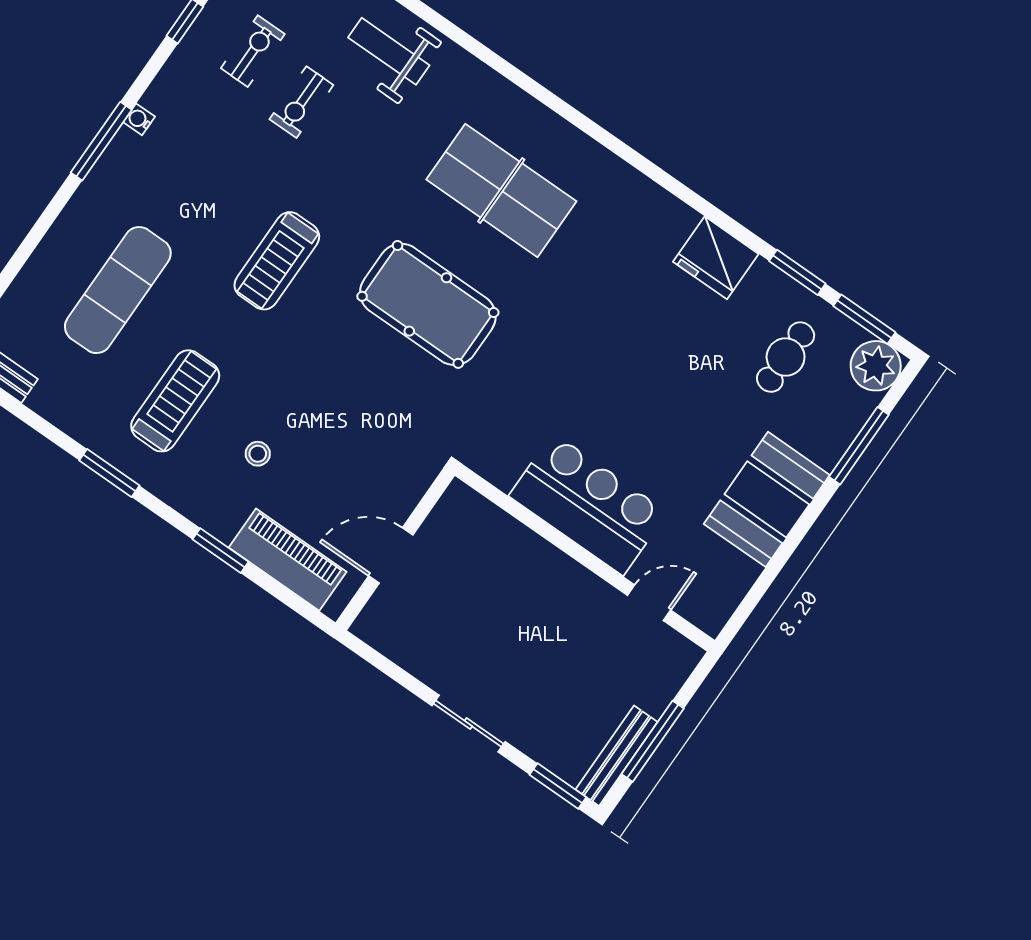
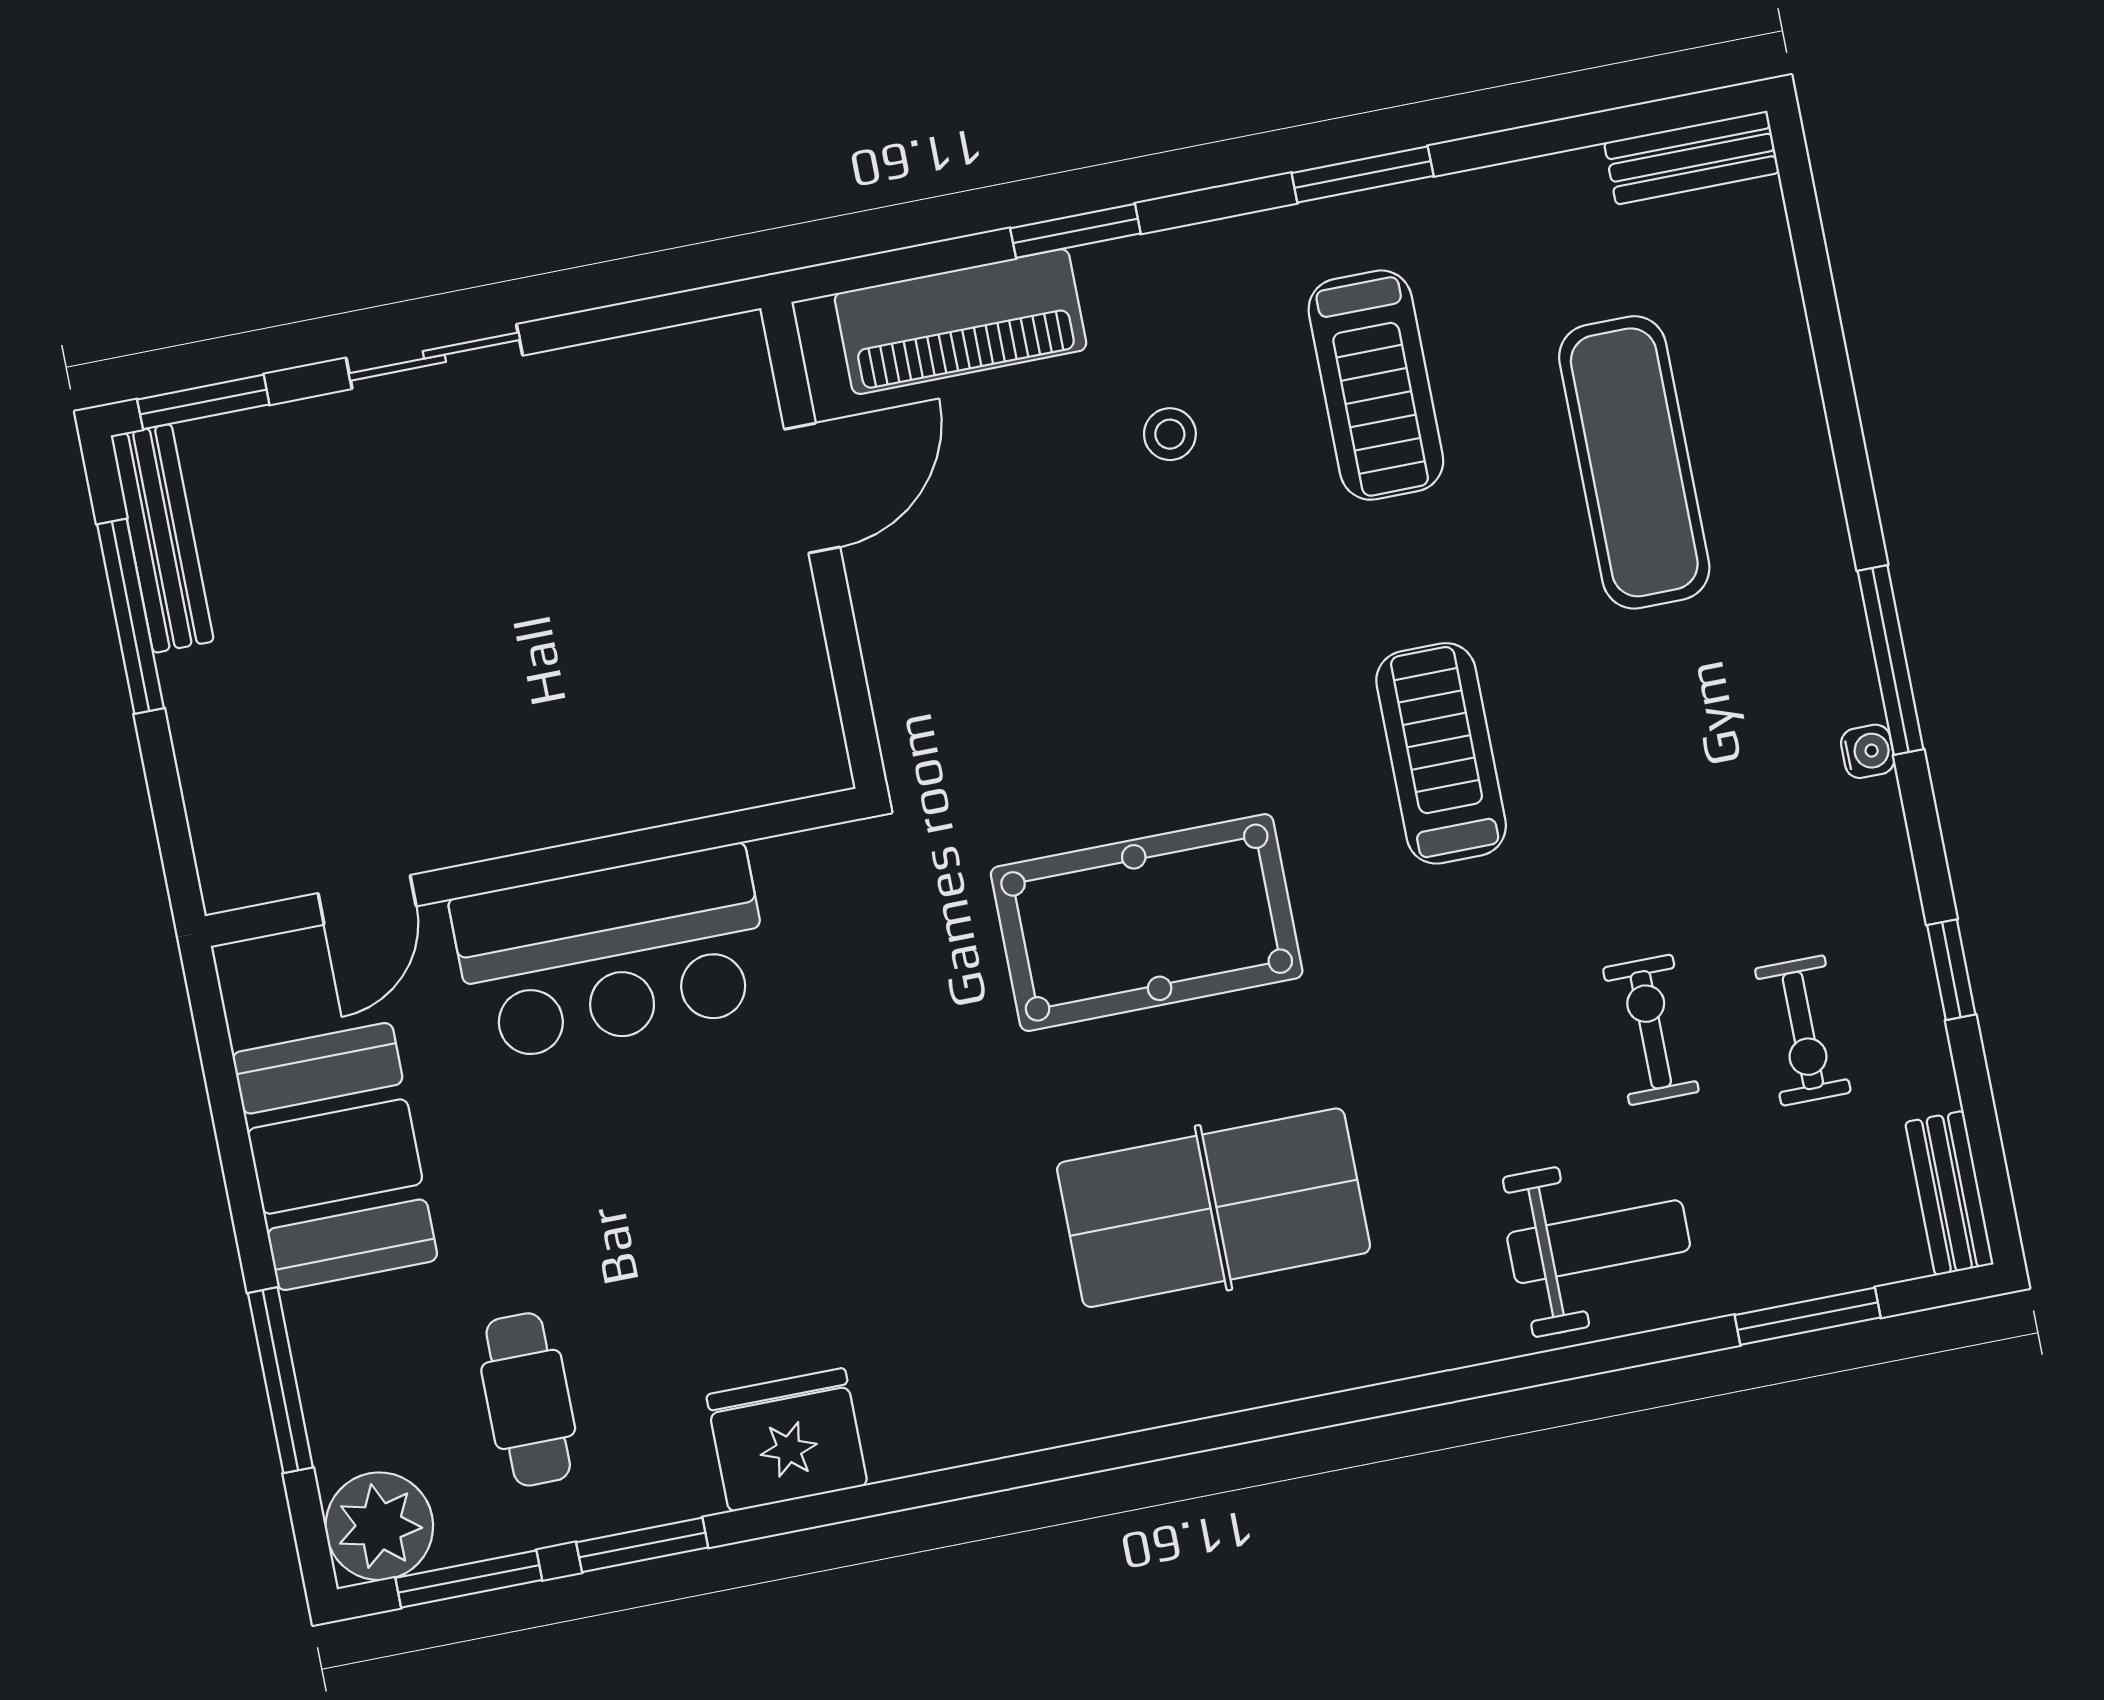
bar counter: (588, 504) -> (612, 953), moved
wall: (585, 558) -> (533, 867), moved
door: (649, 603) -> (367, 900), moved

